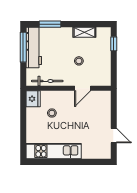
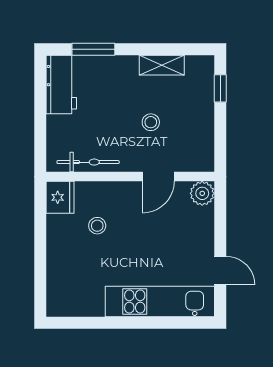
window: (23, 47) -> (40, 95), removed
workbench: (34, 47) -> (61, 84), width x0.73
plant: (105, 97) -> (202, 193), added
kitchen unit: (54, 151) -> (160, 301), moved

